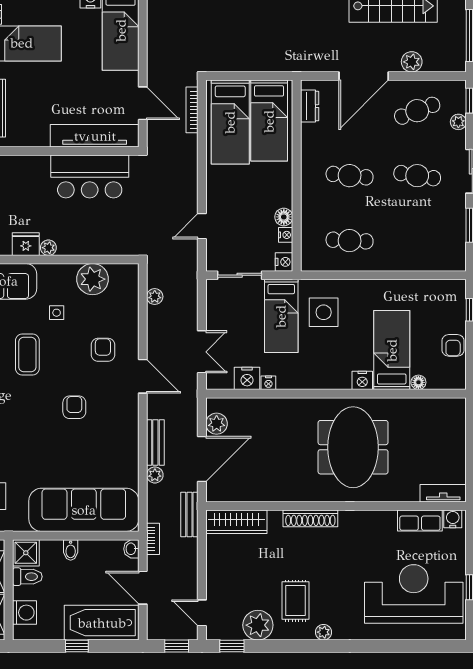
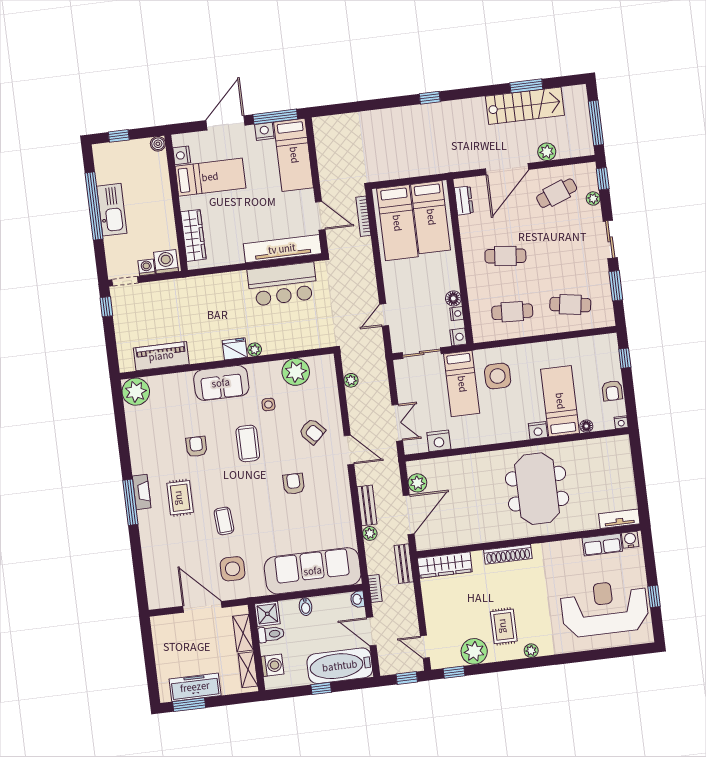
cafe table: (417, 176) -> (570, 305), moved
armchair: (103, 350) -> (312, 431), turned 137
nightstand: (268, 383) -> (621, 422), moved

